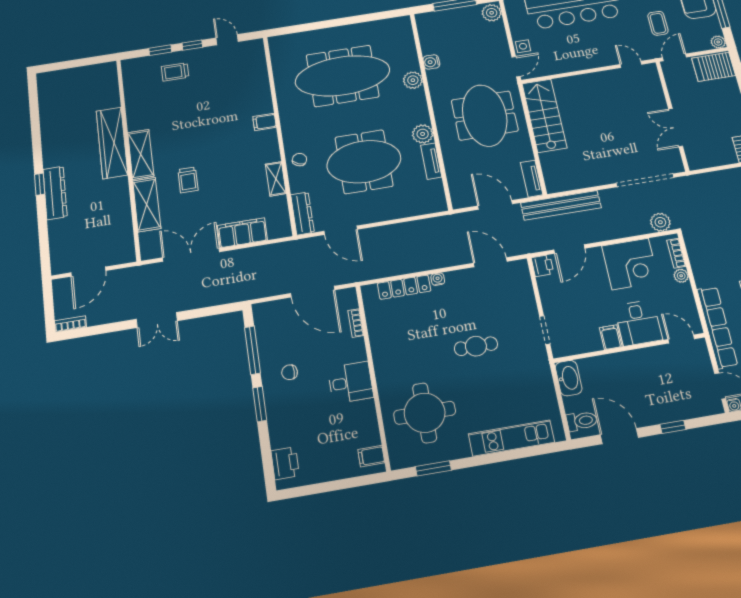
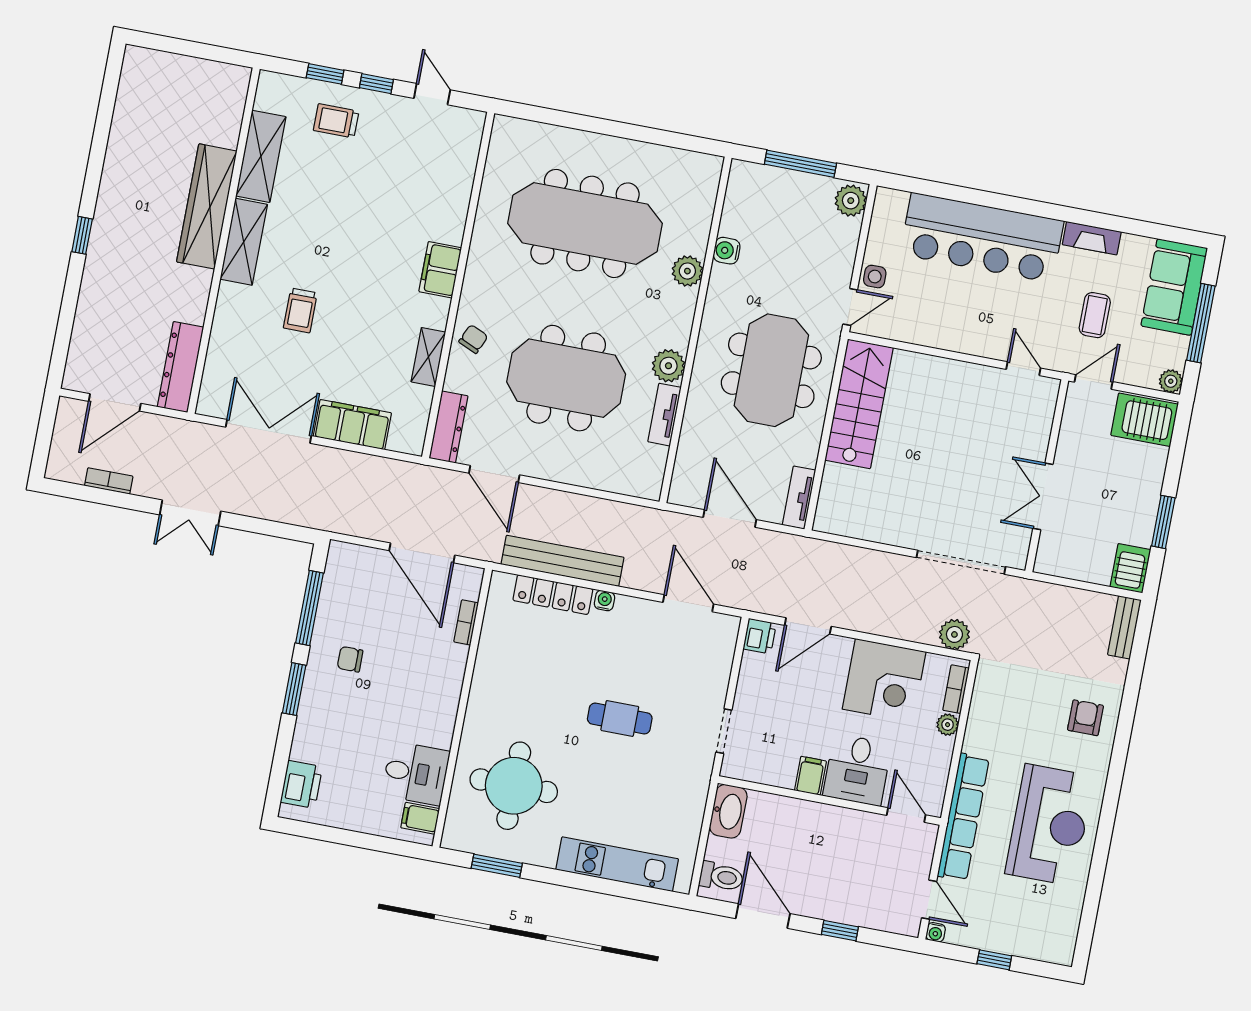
filing cabinet: (264, 122) -> (440, 270), width x2.00
dresser: (55, 193) -> (181, 367), moved, turned 180
shelving: (147, 205) -> (261, 156), moved
bench: (561, 205) -> (563, 561), moved
bookcase: (70, 324) -> (109, 481), moved
desk: (351, 382) -> (416, 773), moved

